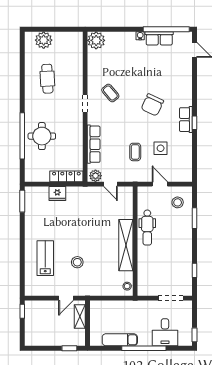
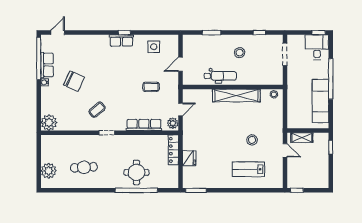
chair: (152, 105) -> (74, 81), moved
side table: (161, 148) -> (154, 47), moved
stool: (178, 202) -> (240, 53), moved
desk: (165, 332) -> (317, 47), moved, turned -90
exam couch: (120, 340) -> (320, 101), width x1.36, depth x1.45

